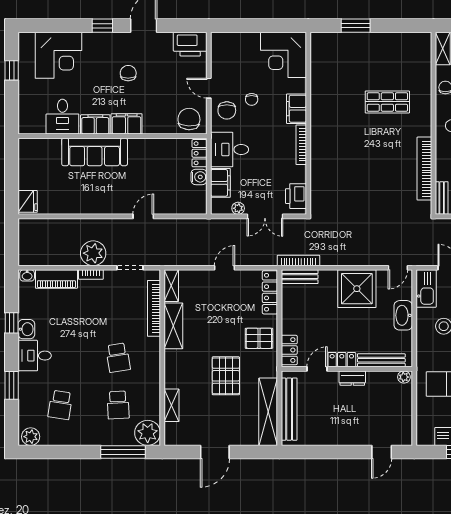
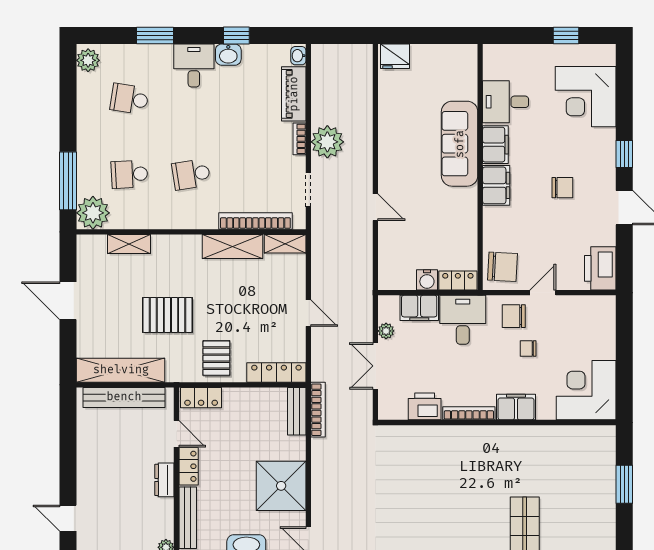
printer: (296, 196) -> (425, 406), moved

